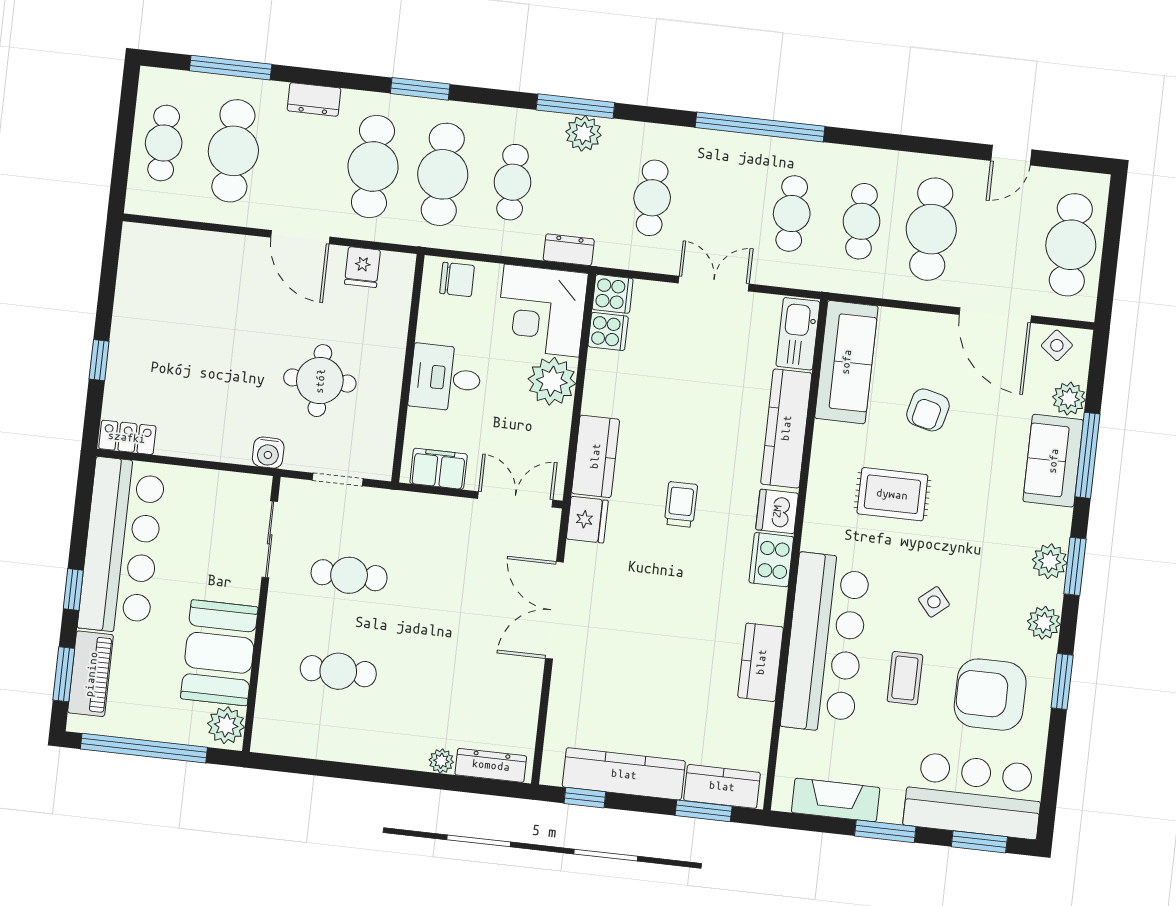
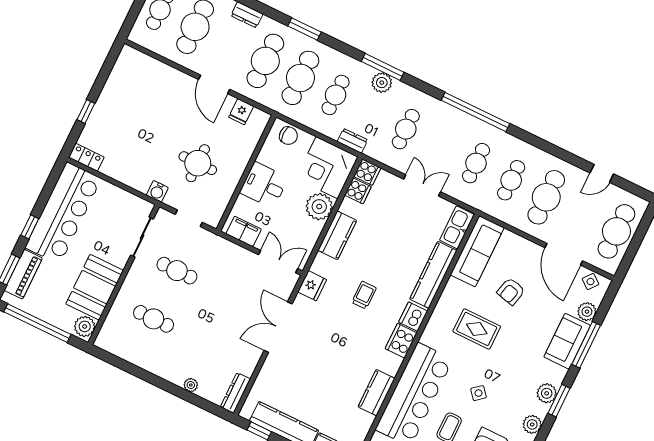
kitchen counter: (595, 456) -> (337, 235), moved
dresser: (491, 765) -> (235, 393), moved, turned -90

